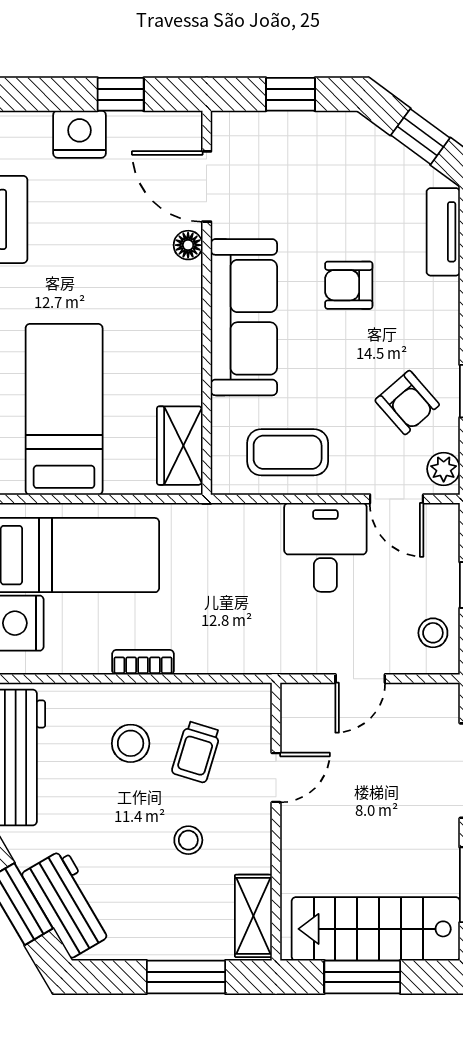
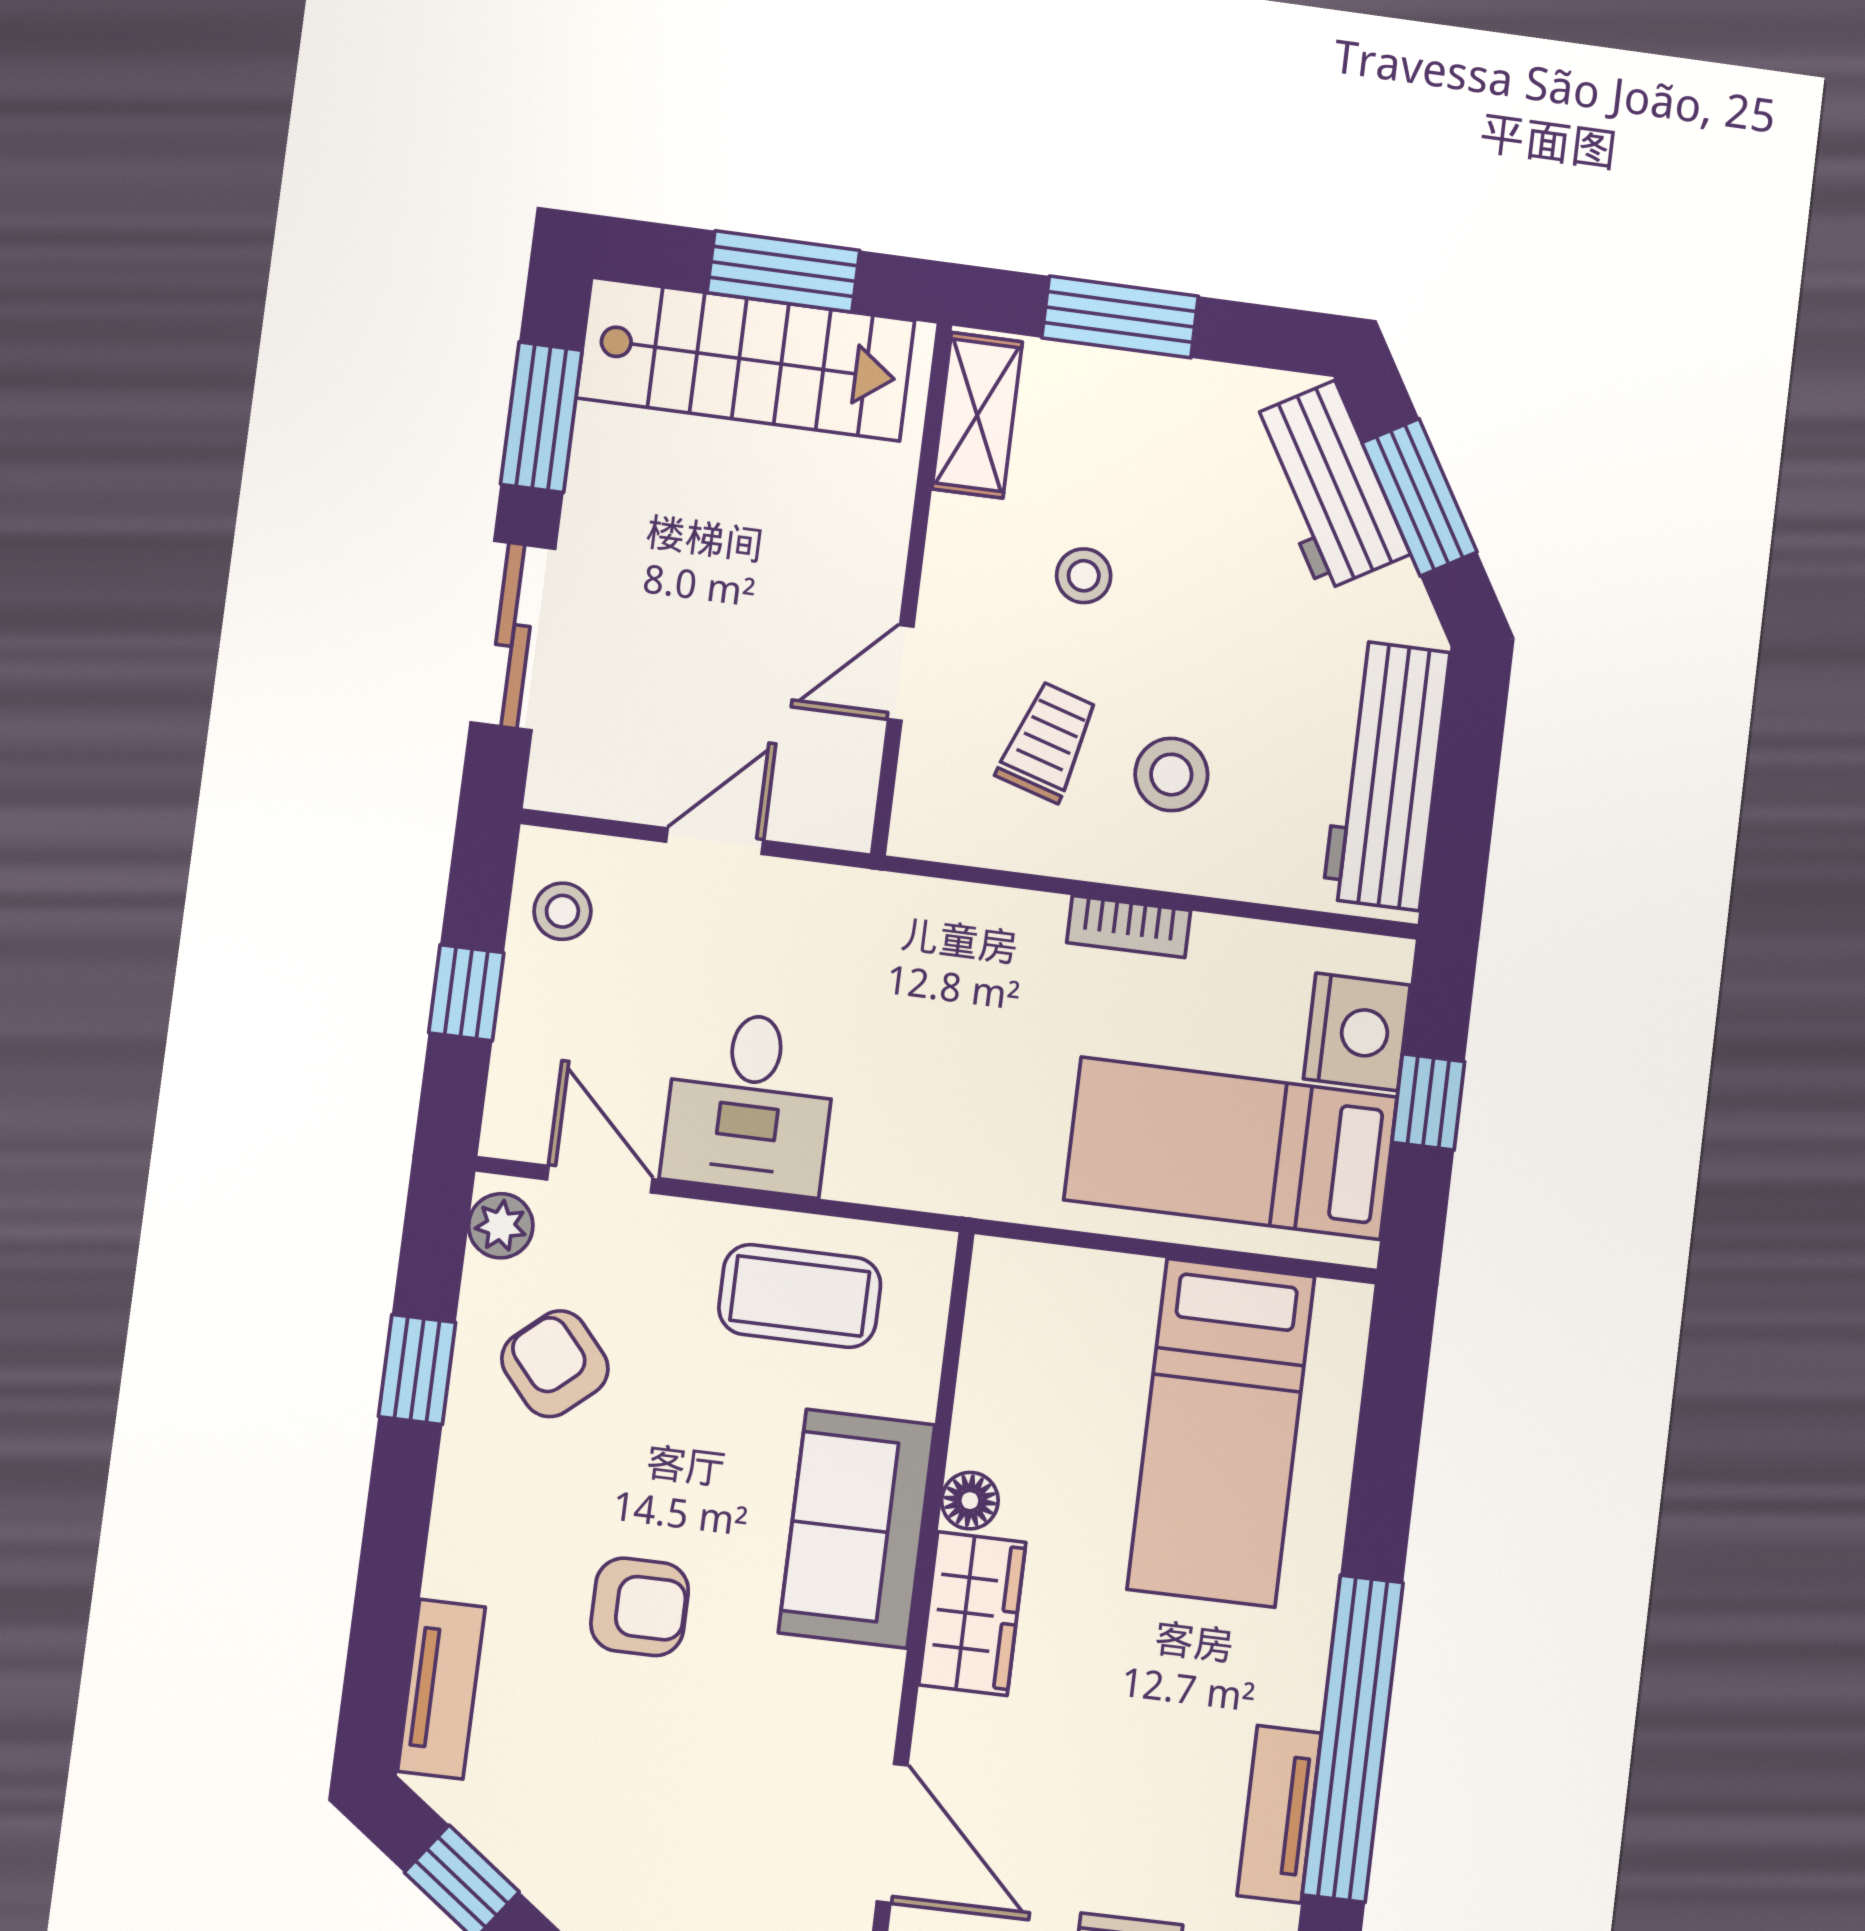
floor lamp: (188, 245) -> (970, 1501), moved
sofa: (244, 317) -> (857, 1529), width x0.73
wardrobe: (180, 446) -> (972, 1614), moved

